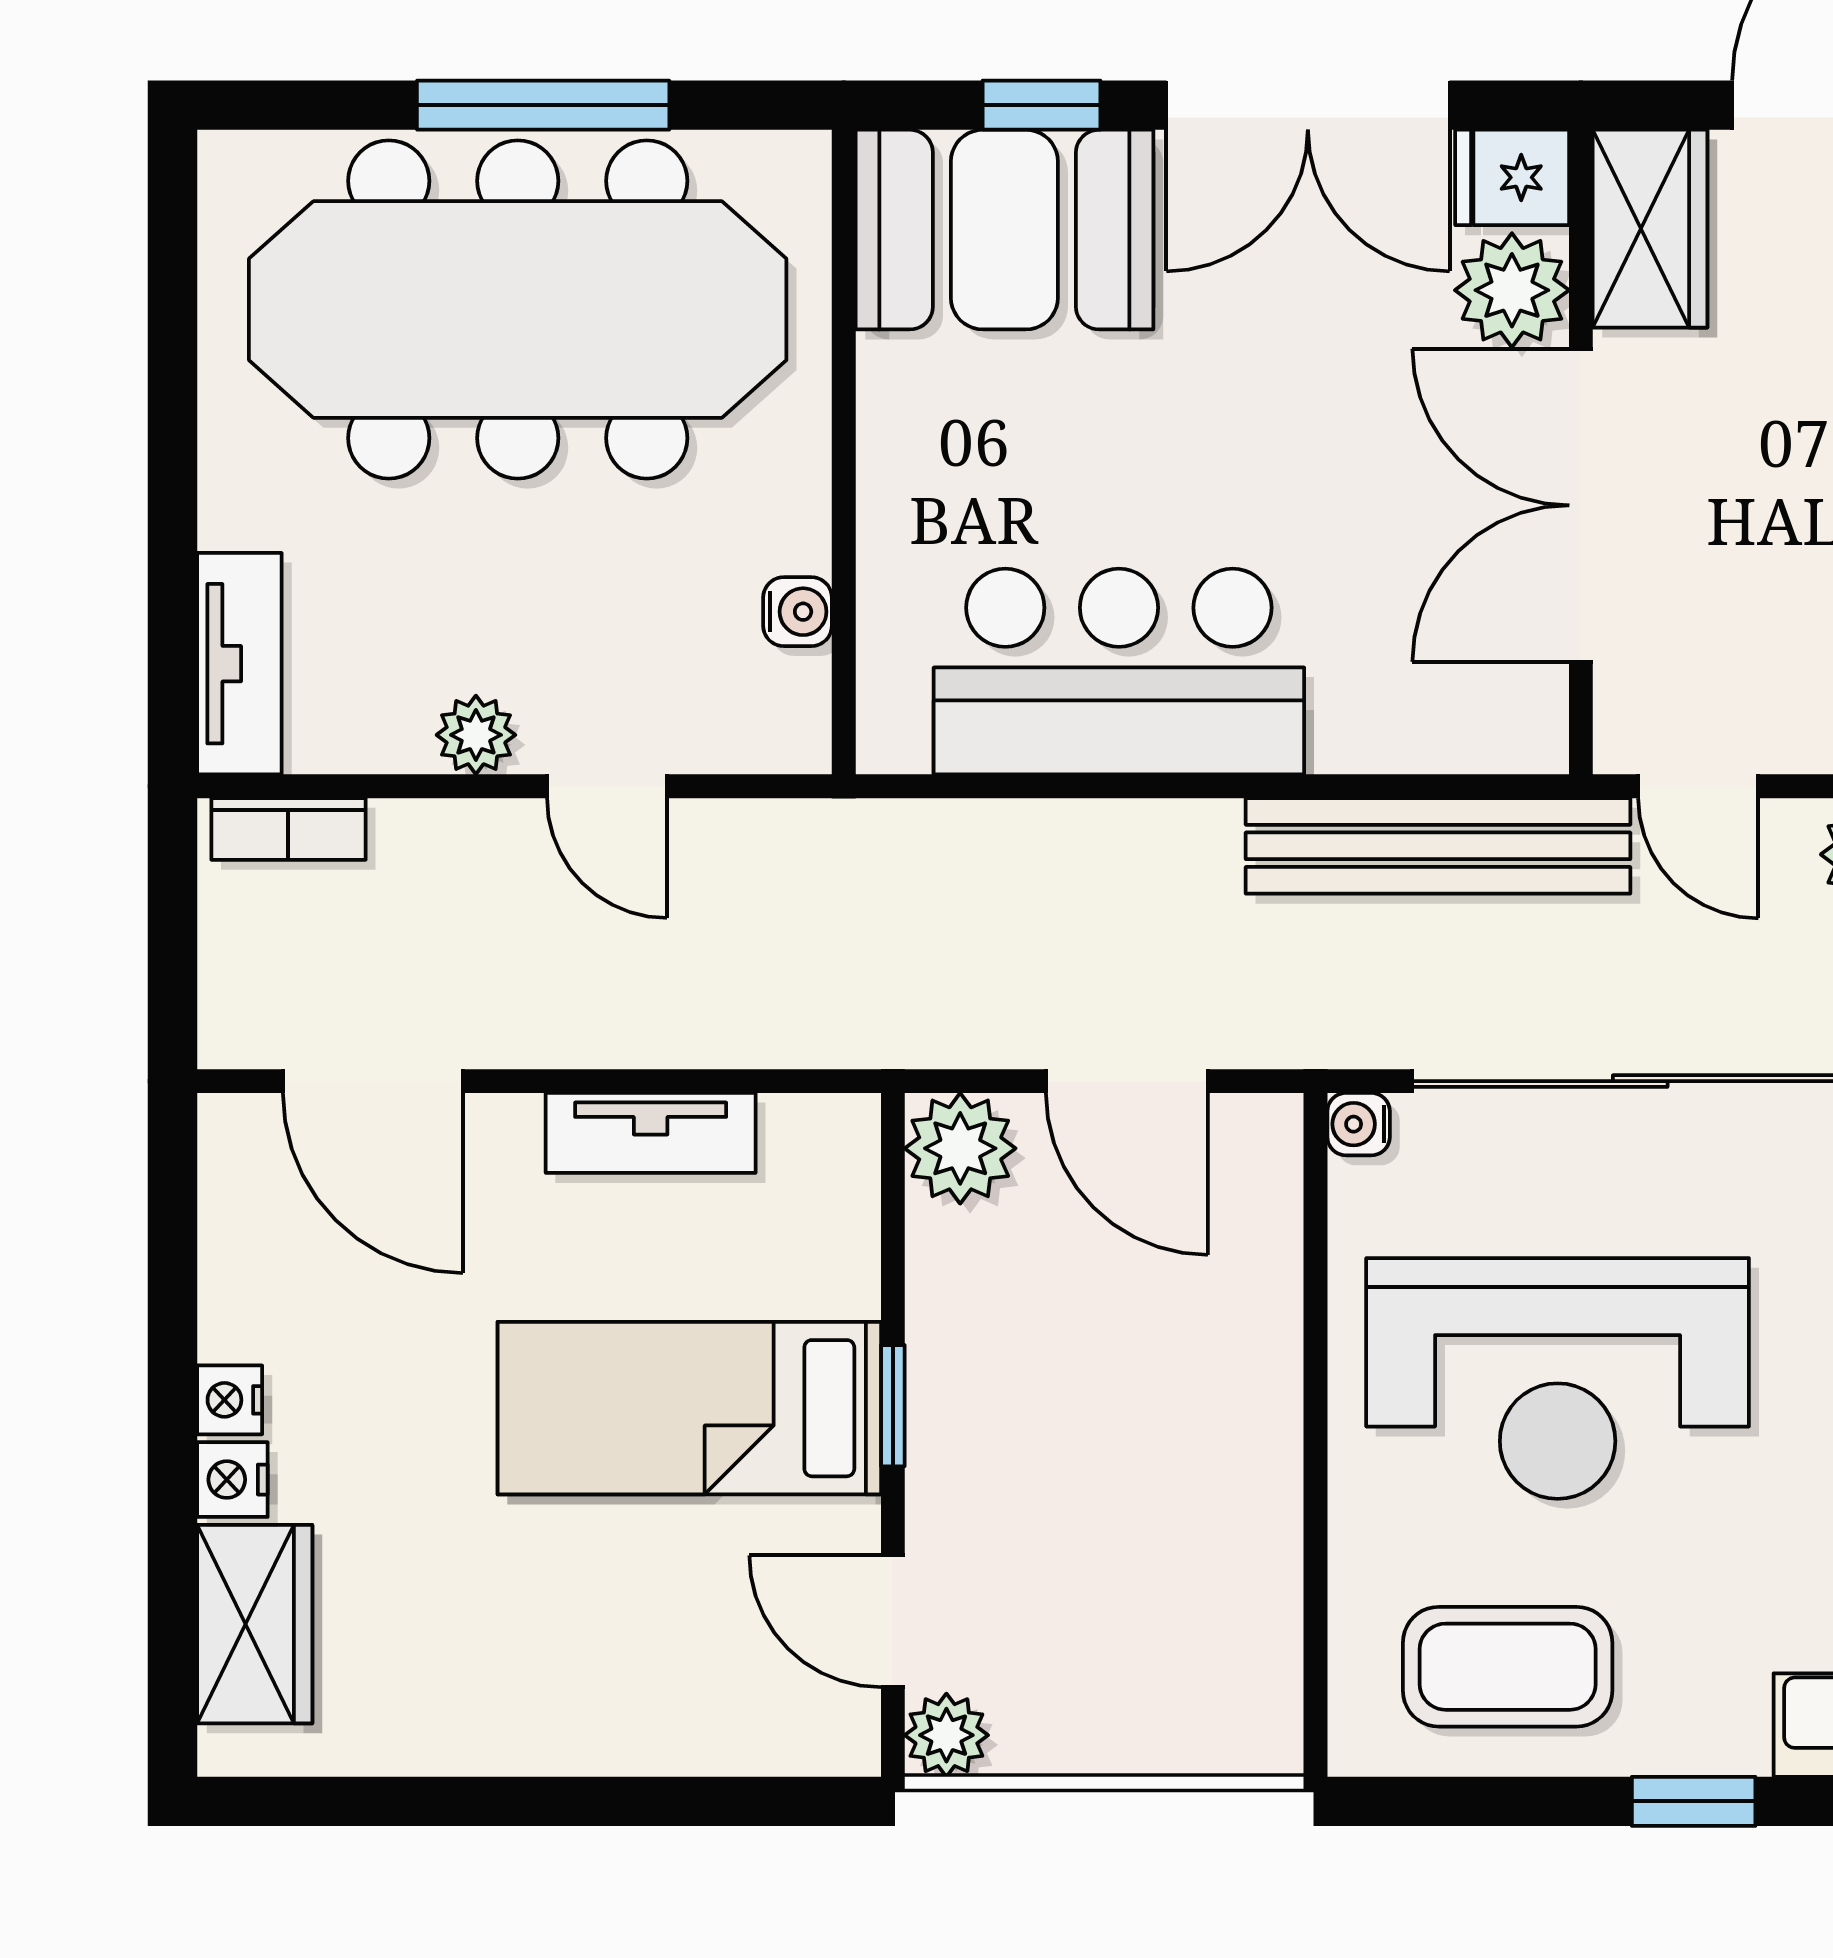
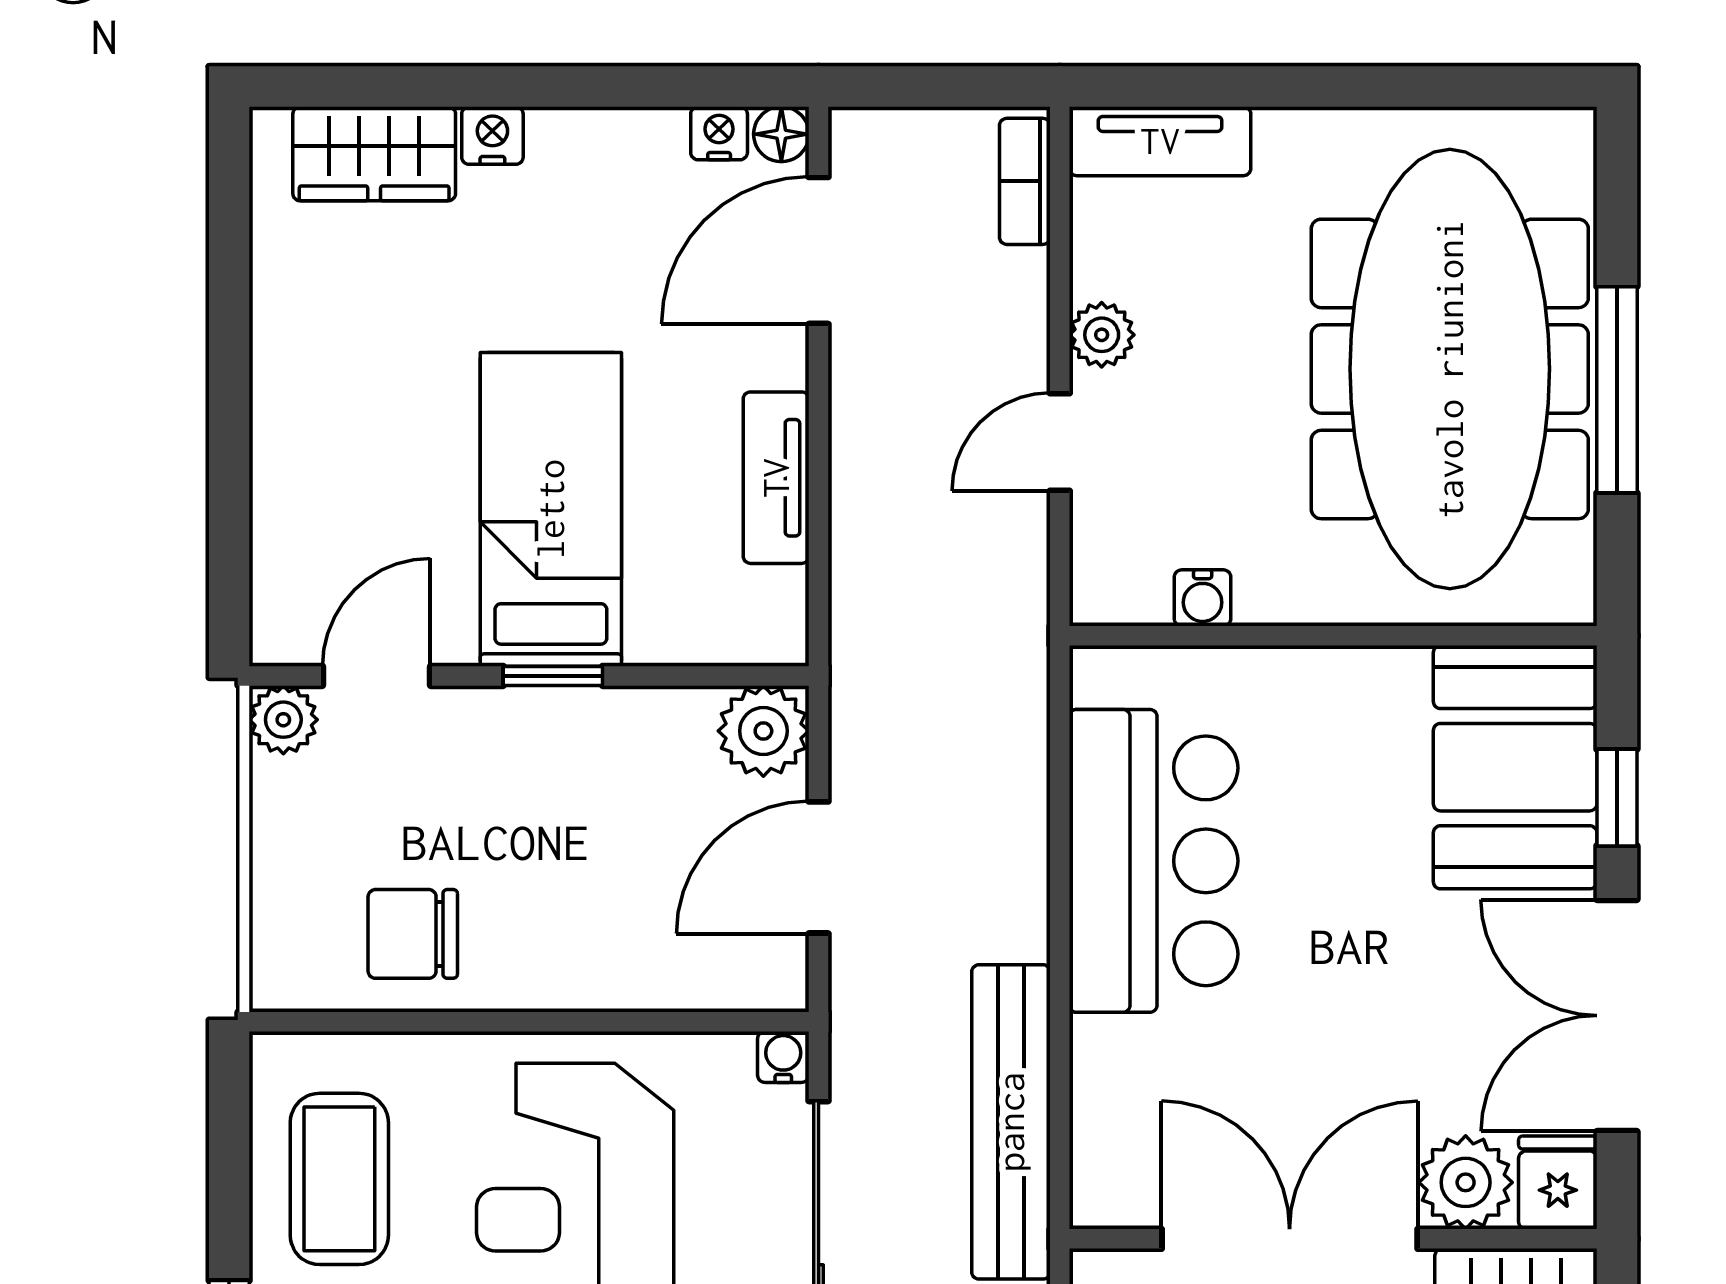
floor lamp: (231, 1127) -> (781, 134), added
nightstand: (230, 1400) -> (719, 133), moved
chair: (1208, 1577) -> (413, 934), added

